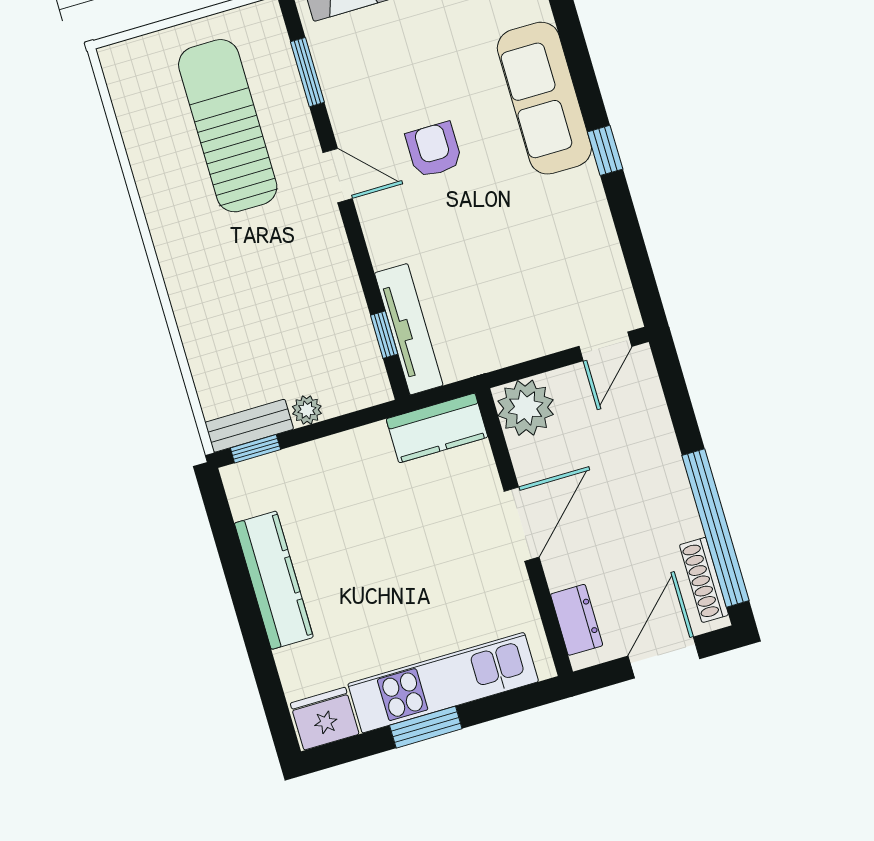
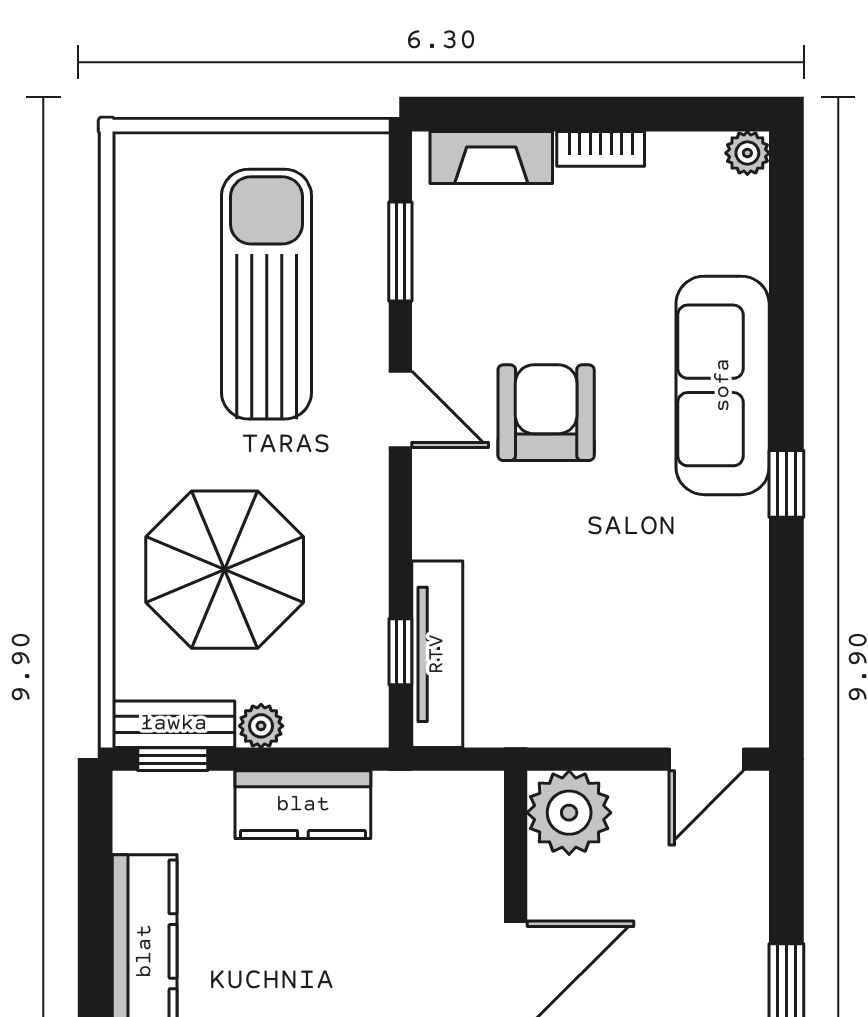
armchair: (434, 150) -> (546, 413), width x1.38, depth x1.38
parasol: (253, 314) -> (225, 570), added
kitchen counter: (437, 428) -> (303, 805), moved

